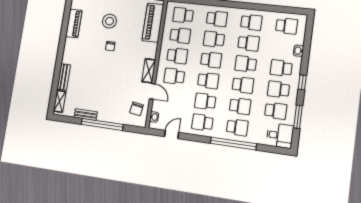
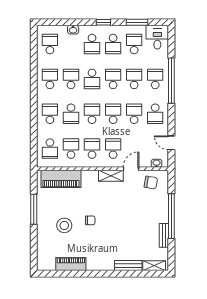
school desk: (174, 76) -> (113, 149), turned 180
school desk: (205, 101) -> (134, 114), turned 180

